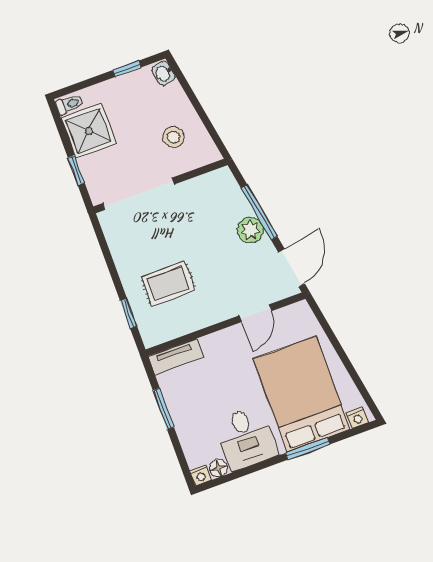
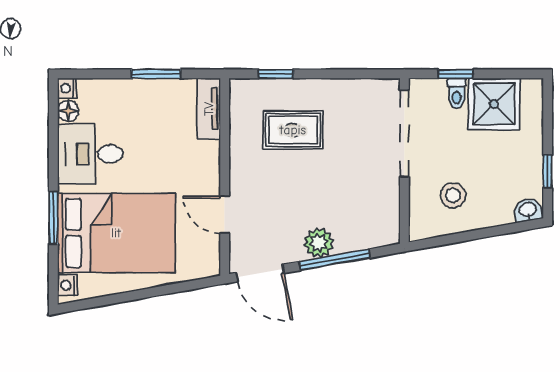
toilet: (70, 104) -> (457, 93), moved
rug: (168, 284) -> (293, 130), turned 90

